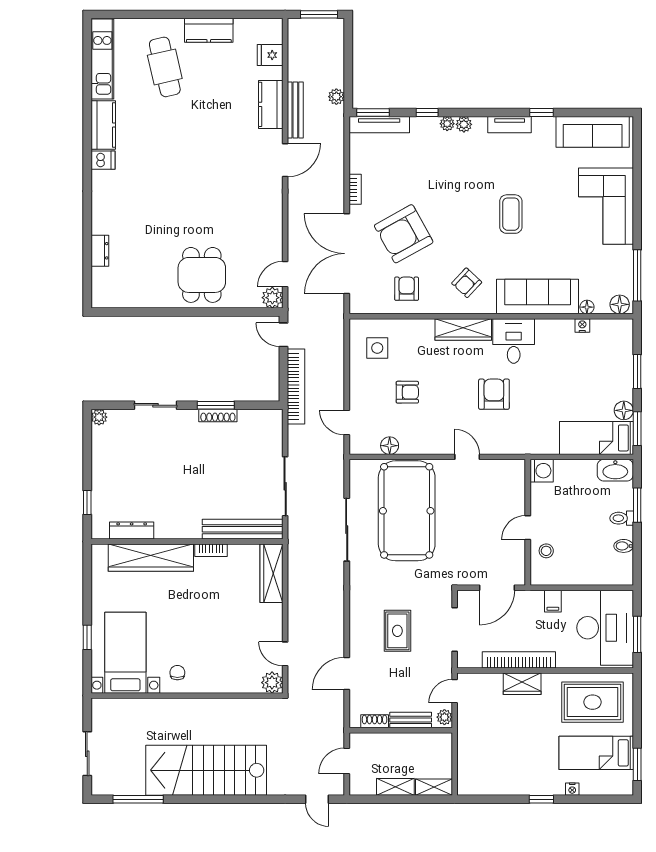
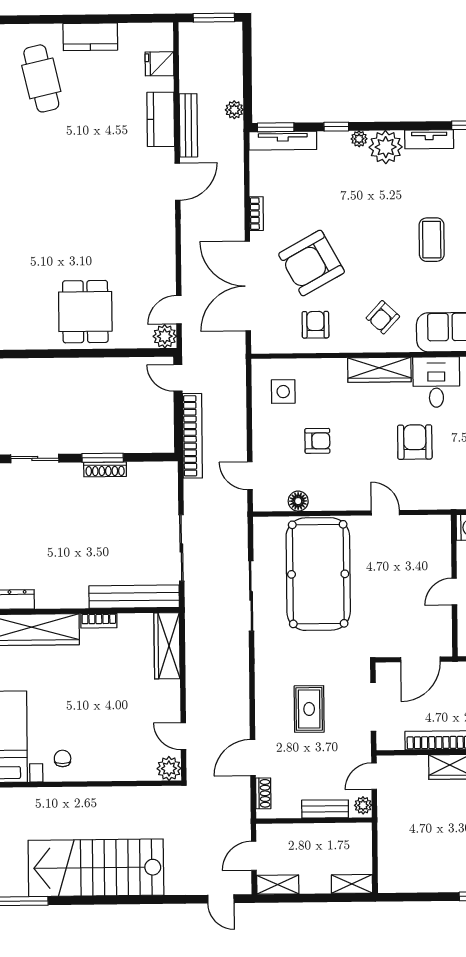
plant: (464, 124) -> (386, 147), width x1.88, depth x1.88
shoe rack: (375, 721) -> (263, 793), moved, turned 90
shelving: (395, 787) -> (278, 885), moved

